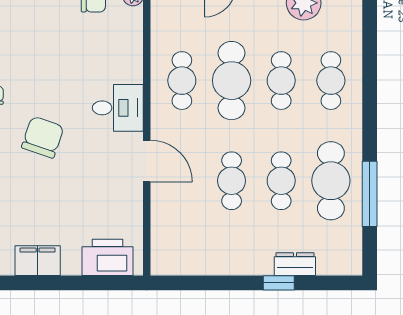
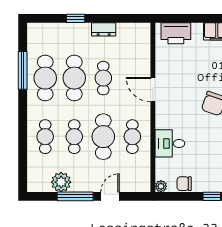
desk: (118, 108) -> (170, 143), moved
cafe table: (281, 181) -> (74, 78), width x1.37, depth x1.35
dresser: (295, 264) -> (104, 29), moved

